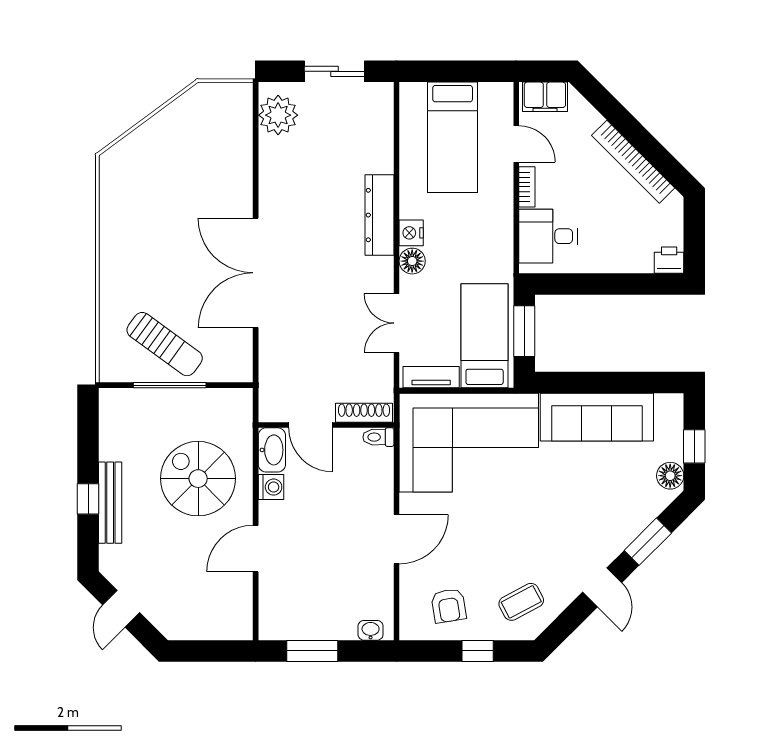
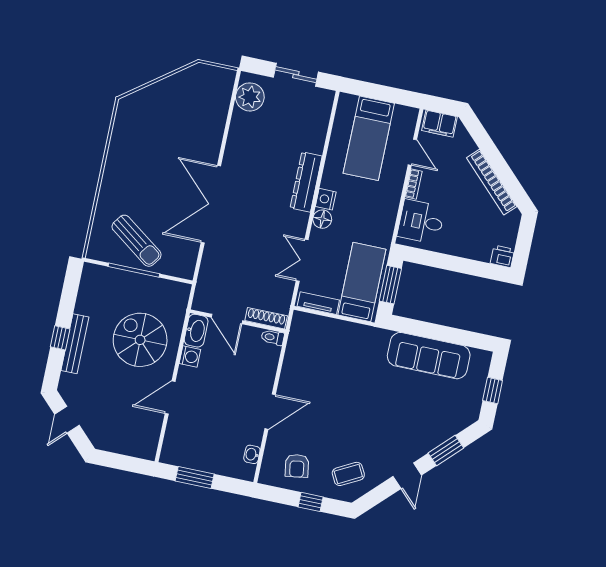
corner sofa: (469, 443) -> (335, 355), removed
floor lamp: (670, 476) -> (471, 408), removed
washbasin: (371, 630) -> (252, 454), moved, turned -90

